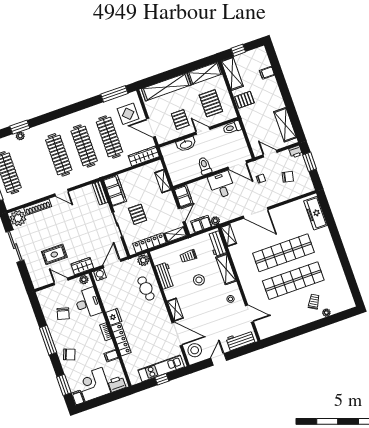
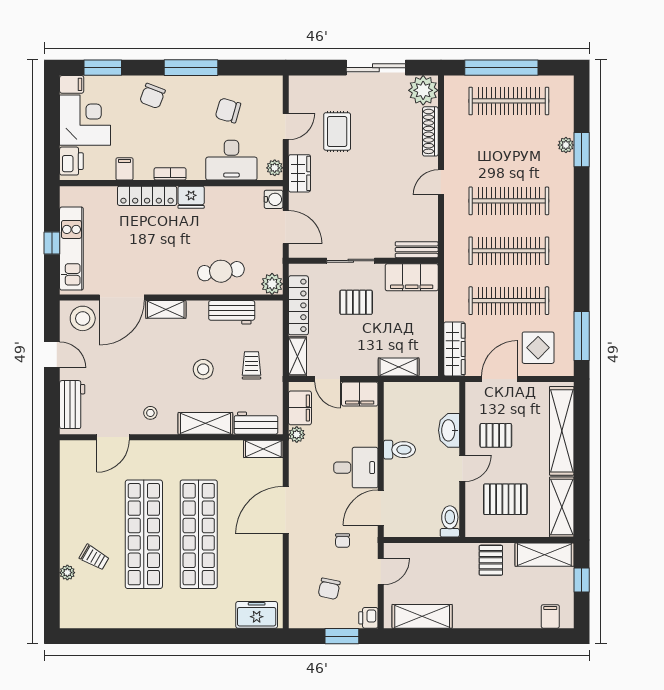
filing cabinet: (267, 73) -> (550, 616), moved
freezer: (316, 213) -> (257, 615), width x0.71

